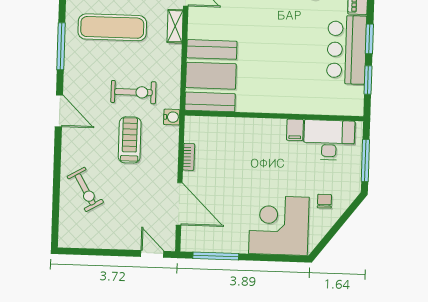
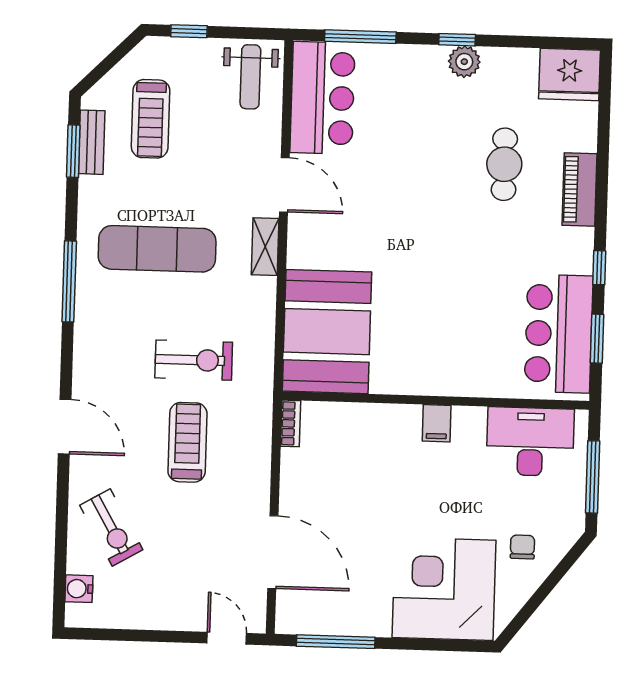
window: (369, 39) -> (599, 268), width x0.67
bar counter: (347, 50) -> (559, 334), moved
door: (59, 111) -> (65, 427), moved
water cooler: (172, 117) -> (79, 589), moved, turned 180
filing cabinet: (295, 130) -> (437, 423), moved
bookcase: (189, 157) -> (291, 423), moved

